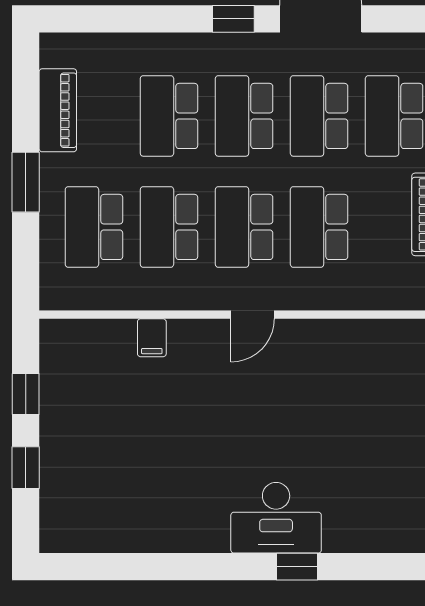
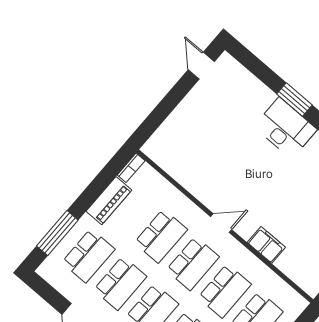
filing cabinet: (152, 338) -> (266, 245), width x2.00
window: (297, 567) -> (294, 100), width x1.50

